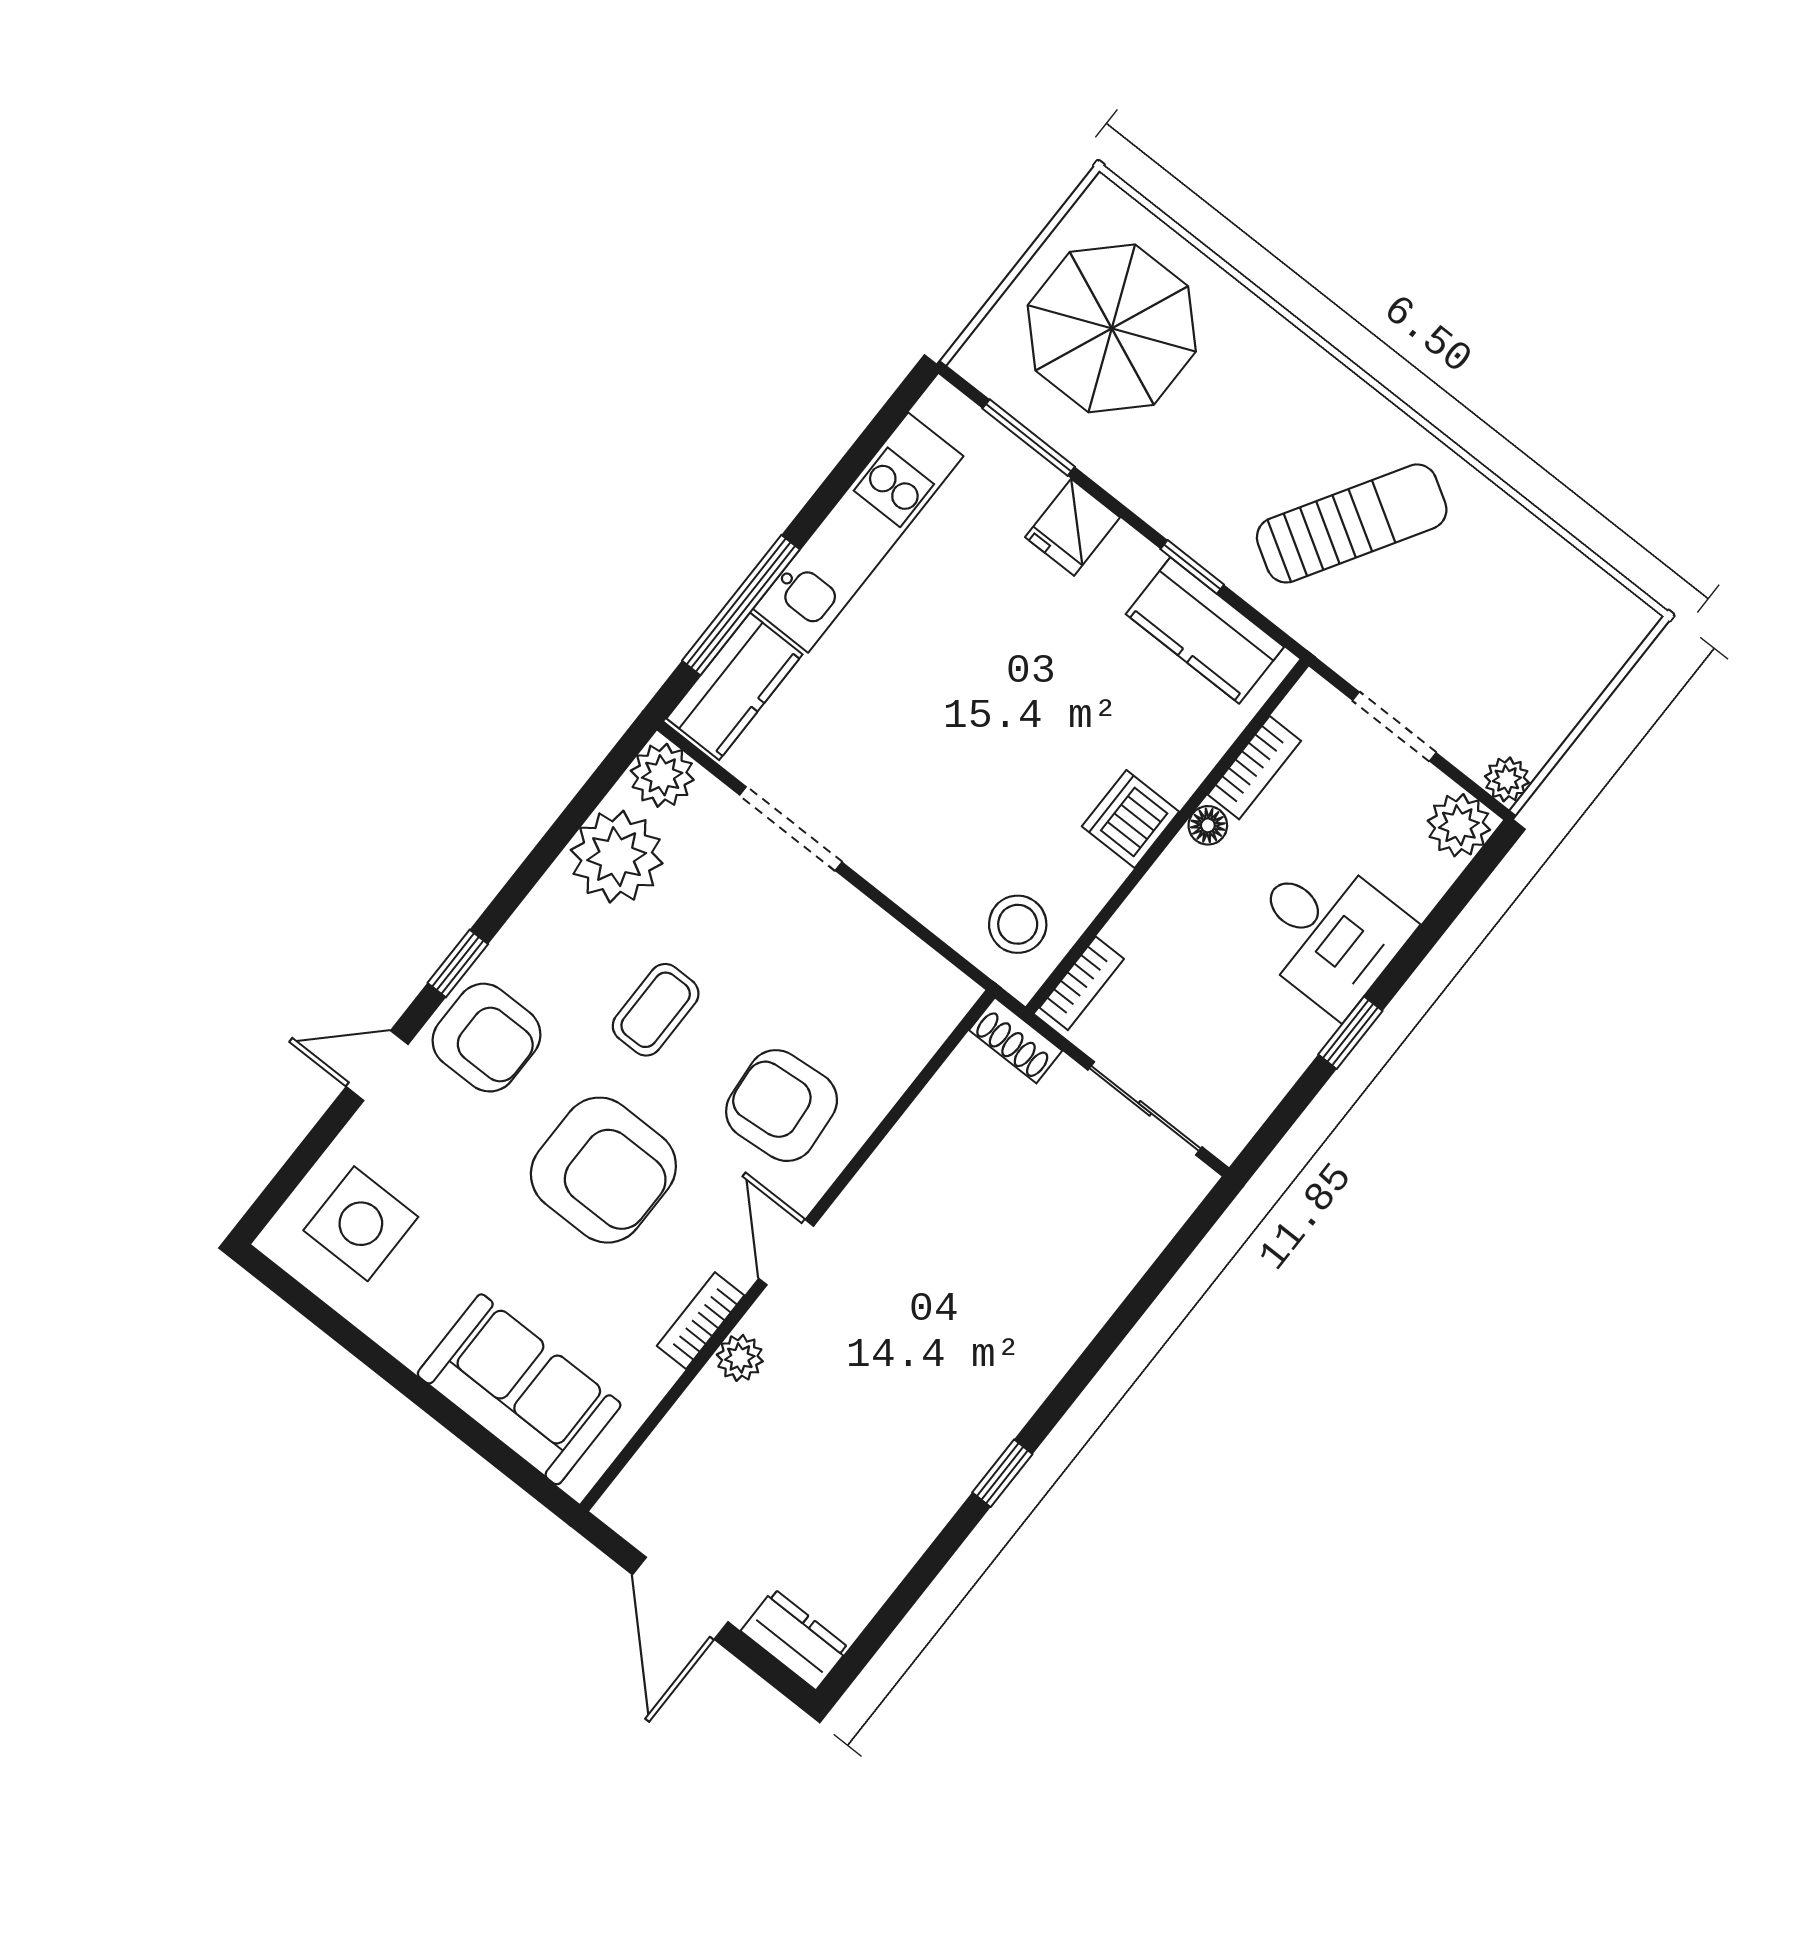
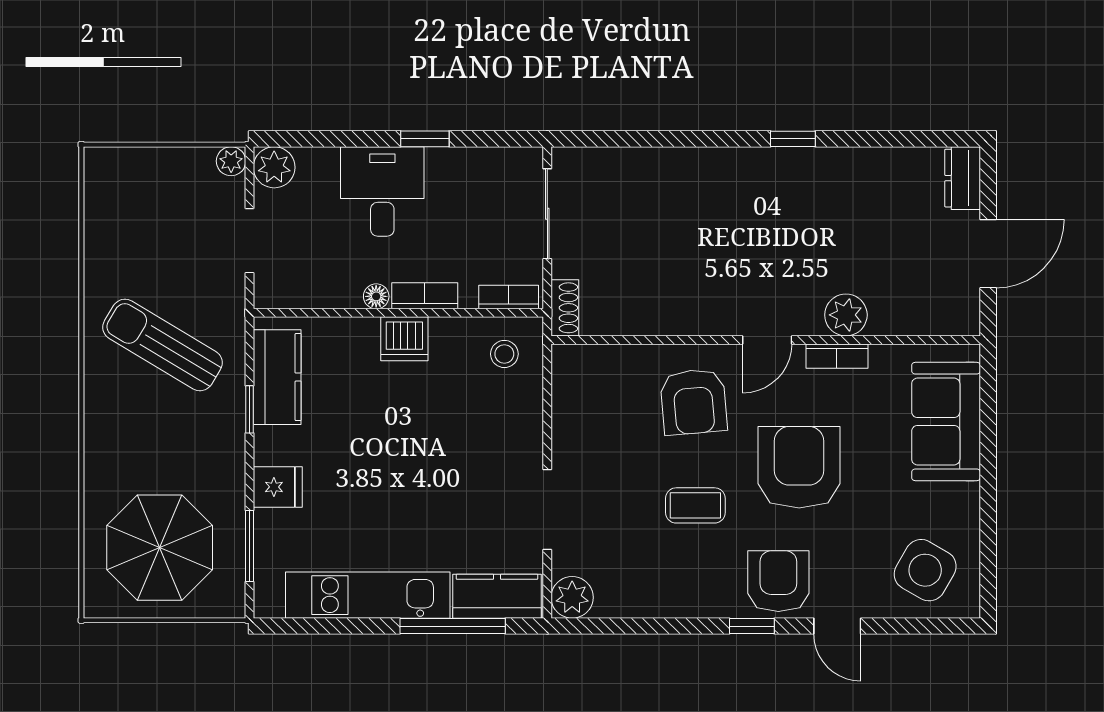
bookcase: (1254, 768) -> (425, 296), moved
plant: (617, 857) -> (632, 588), removed
stool: (1018, 924) -> (504, 354), width x0.73, depth x0.73
side table: (361, 1224) -> (925, 570), turned 30
plant: (740, 1358) -> (846, 315), width x1.38, depth x1.38

